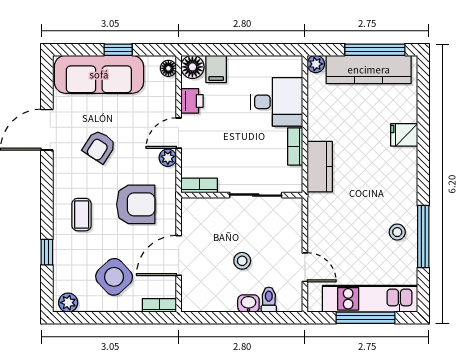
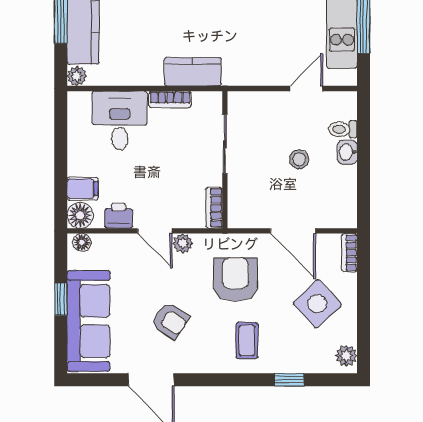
coffee table: (82, 215) -> (247, 341), turned 90

